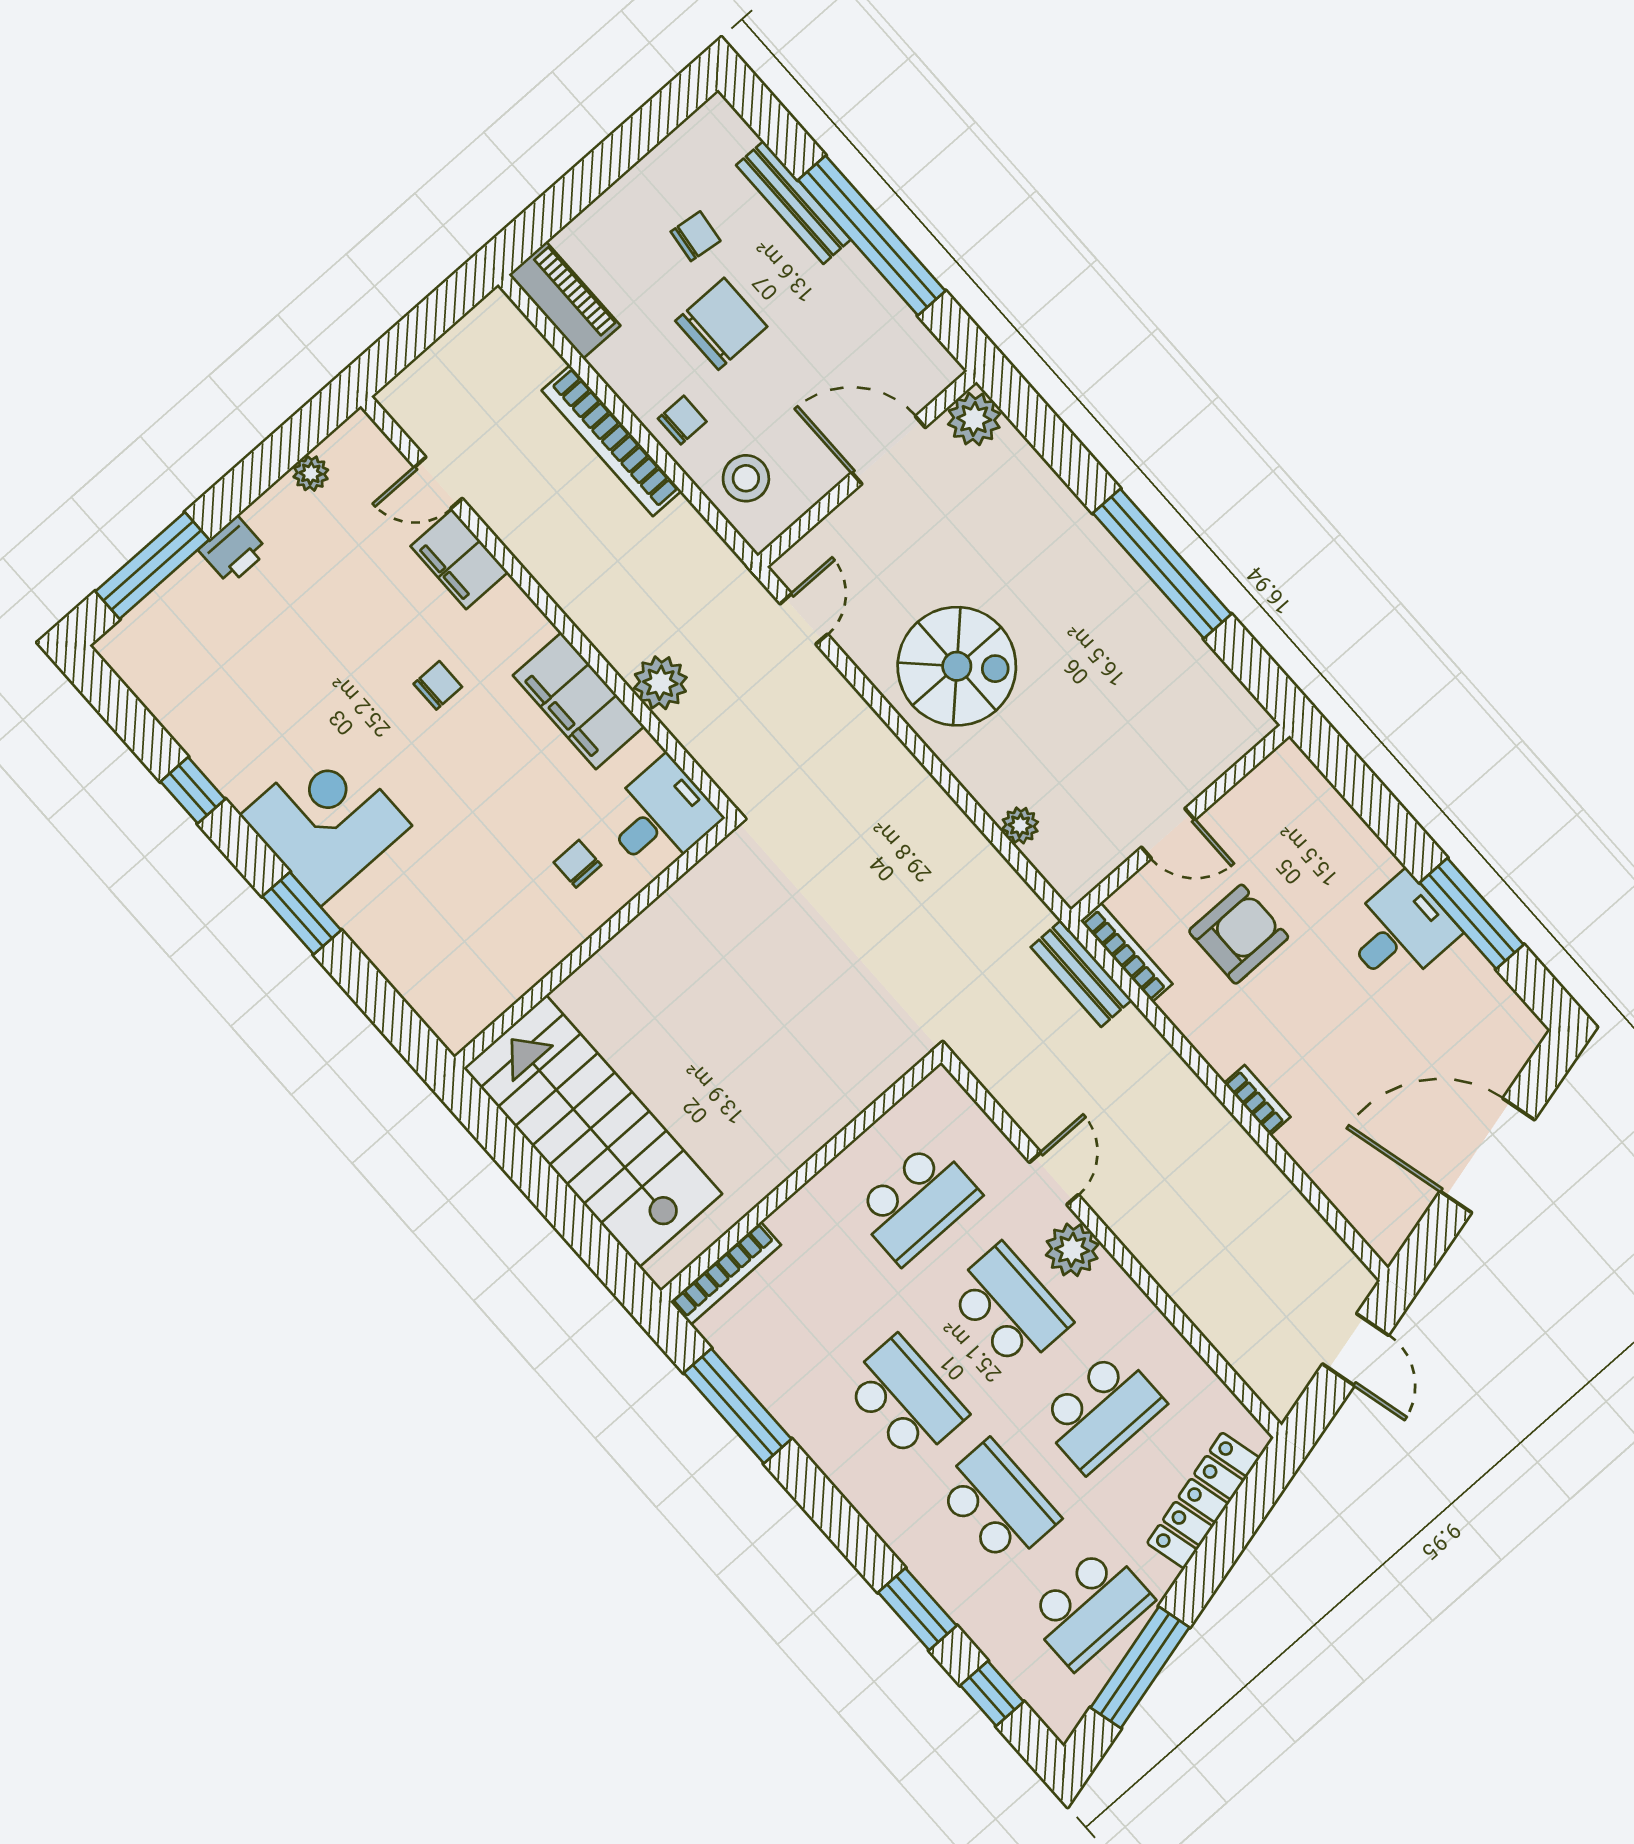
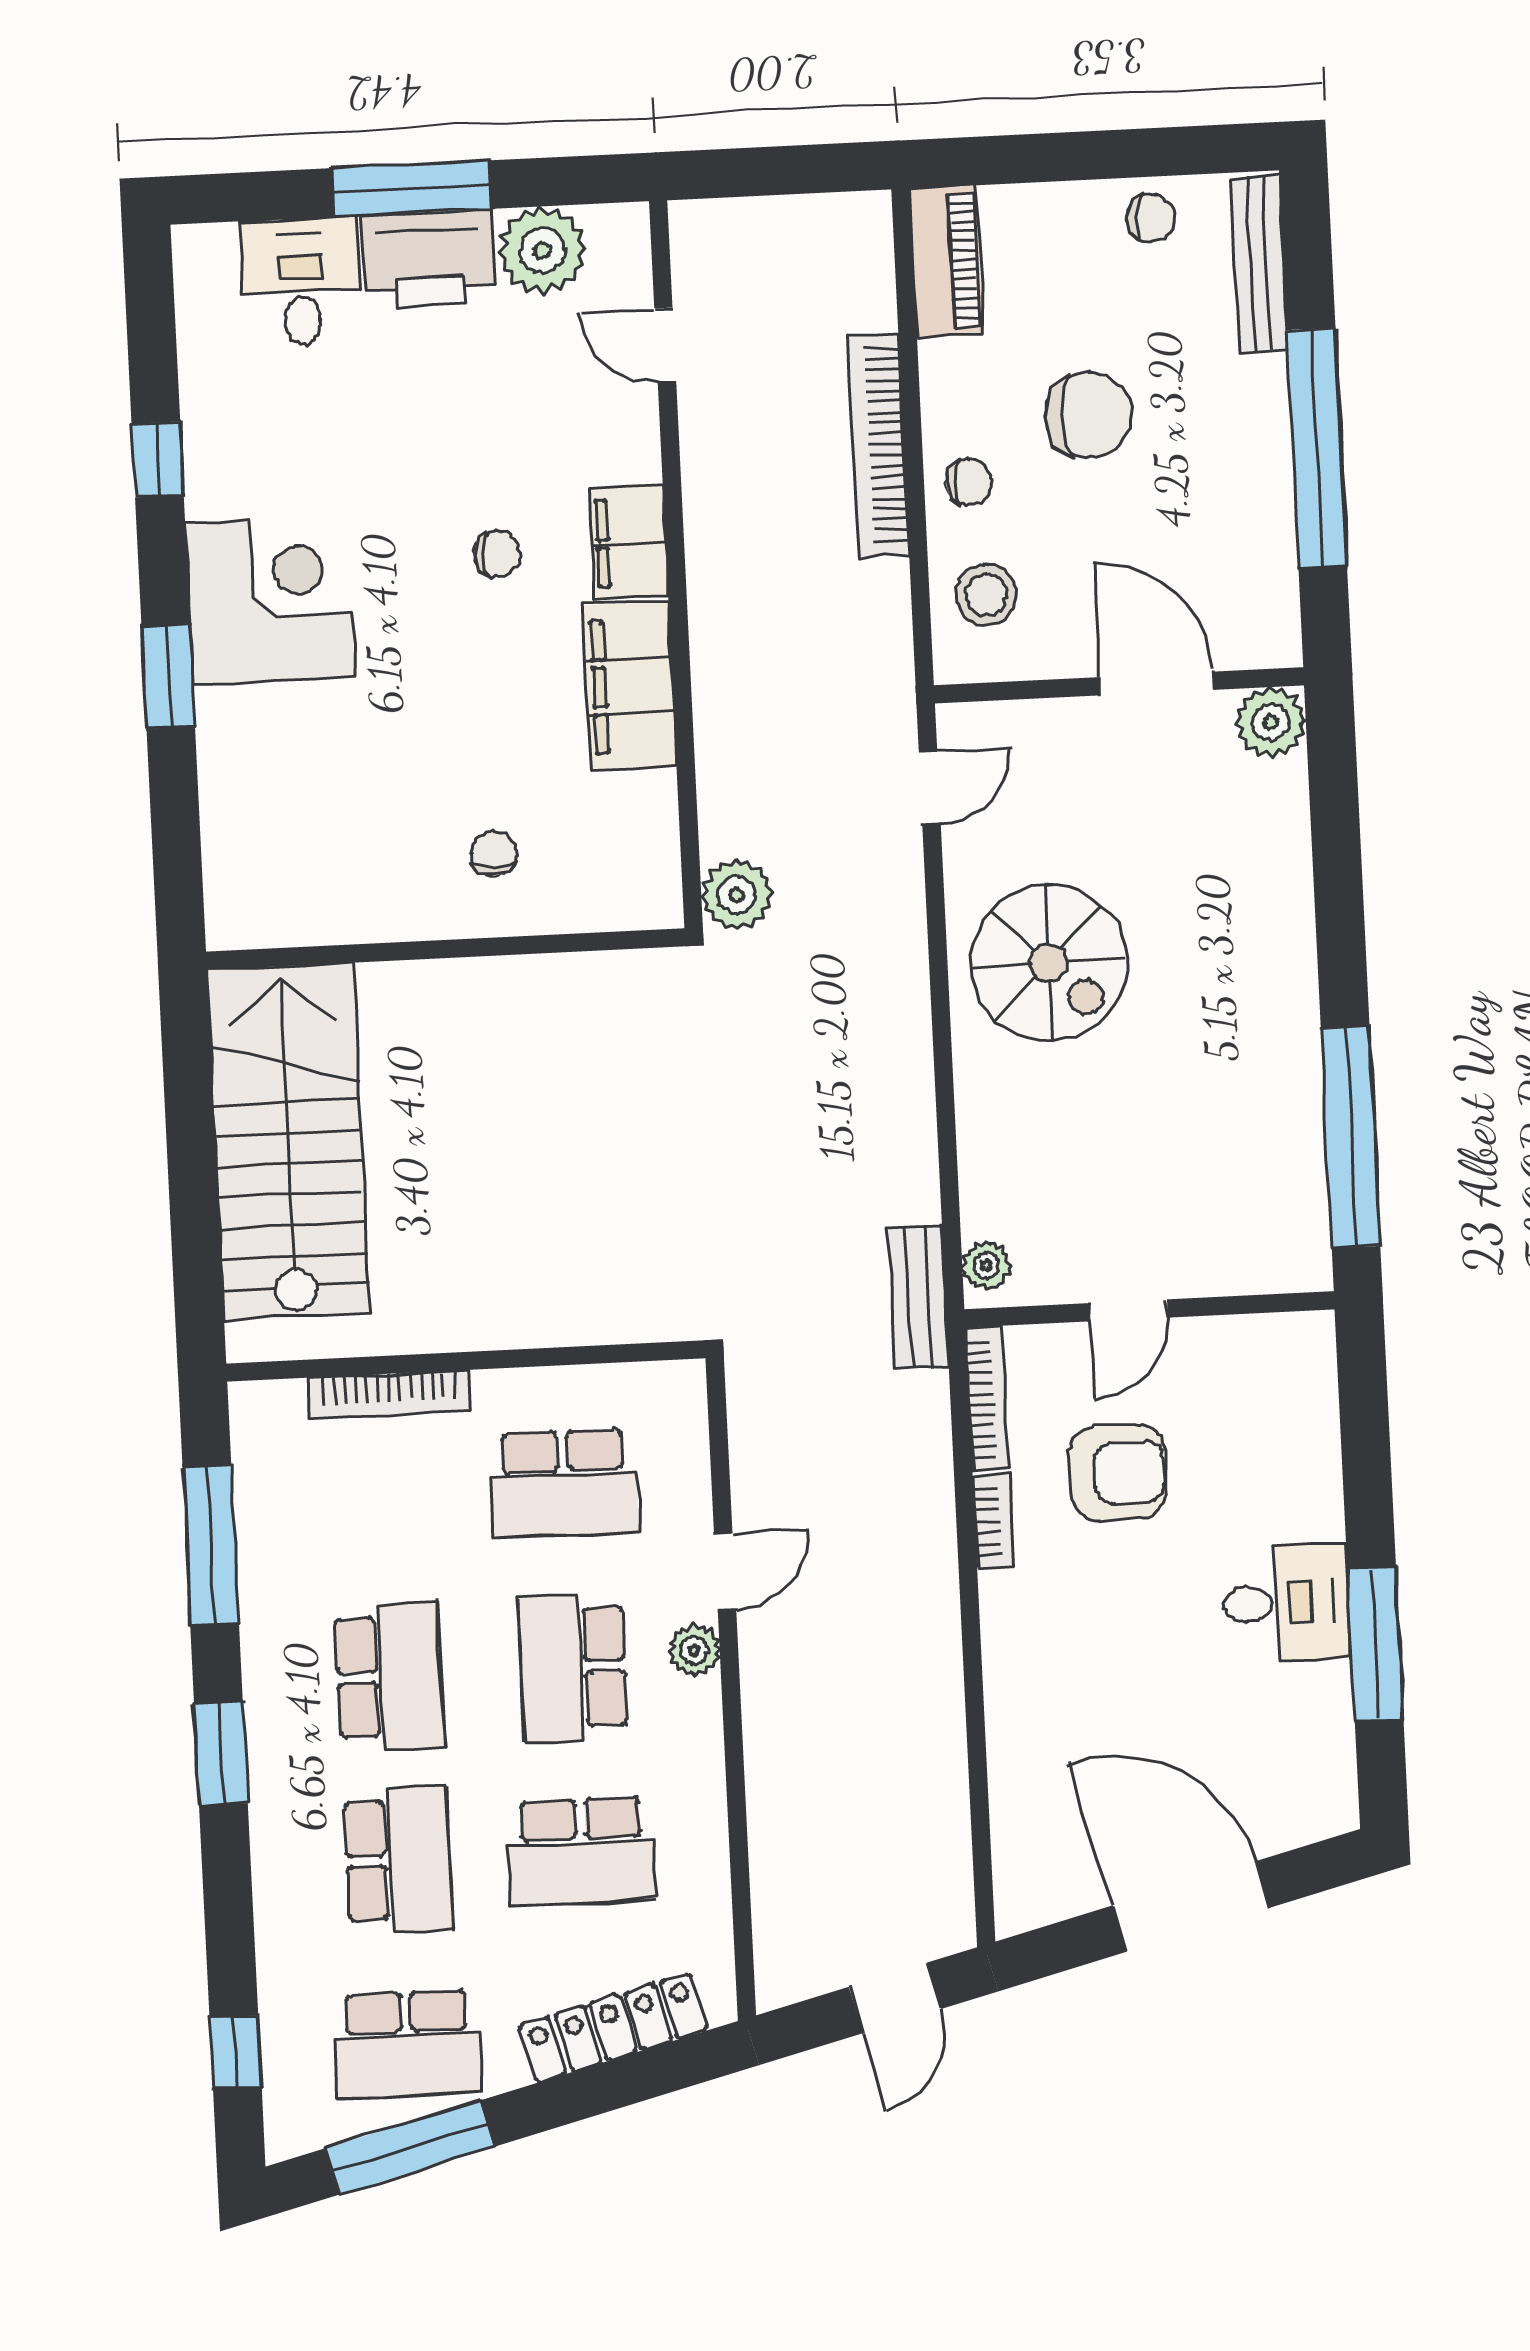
bench: (793, 202) -> (1259, 264), moved
chair: (696, 236) -> (1151, 218), moved
plant: (311, 473) -> (542, 250), width x1.87, depth x1.87
printer: (233, 550) -> (429, 259), width x1.87, depth x1.48
filing cabinet: (459, 559) -> (629, 542), moved
window: (1162, 564) -> (1351, 1137), moved
window: (152, 565) -> (411, 189), moved
plant: (660, 683) -> (737, 895), moved
desk: (660, 816) -> (301, 282), moved, turned -90
plant: (1020, 825) -> (986, 1266), moved
door: (1168, 834) -> (1128, 1310), hinge flipped
bench: (1081, 974) -> (919, 1297), moved
bookcase: (1257, 1100) -> (993, 1521), moved
plant: (1072, 1250) -> (694, 1650), width x0.73, depth x0.73
bookcase: (726, 1273) -> (389, 1394), moved
school desk: (1009, 1307) -> (573, 1667), turned 180
window: (917, 1609) -> (221, 1754), moved

